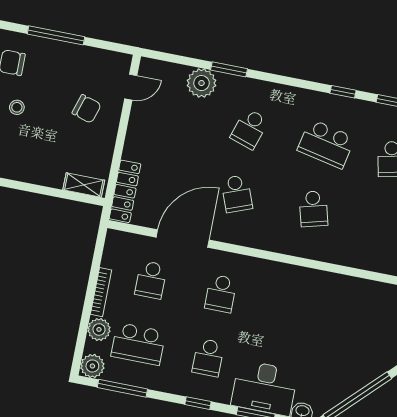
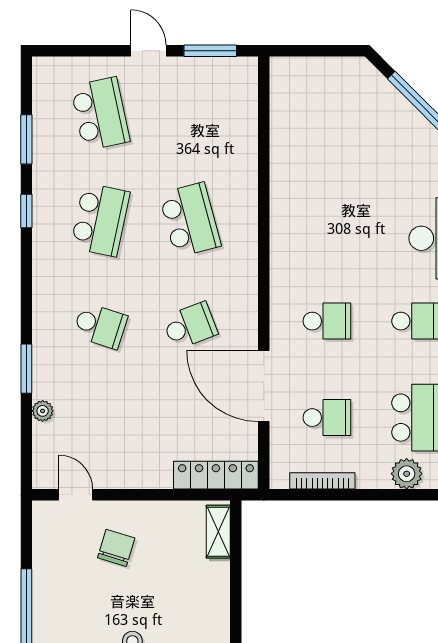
plant: (201, 83) -> (43, 411), width x0.53, depth x0.53
school desk: (313, 209) -> (190, 220), width x1.85
bookcase: (101, 292) -> (322, 481), moved

